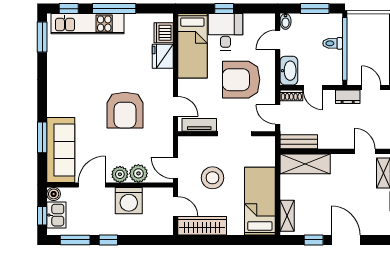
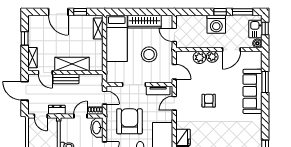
armchair: (241, 80) -> (129, 121), turned -90
door: (313, 88) -> (80, 116), hinge flipped
door: (175, 106) -> (174, 103), hinge flipped
armchair: (125, 110) -> (209, 101), width x0.53, depth x0.53
bench: (299, 142) -> (66, 79), moved
sofa: (61, 150) -> (253, 91), moved
shelving: (305, 164) -> (72, 64), moved
door: (175, 168) -> (174, 72), moved
washing machine: (129, 201) -> (216, 24), moved, turned 180
wardrobe: (202, 226) -> (145, 22), moved

